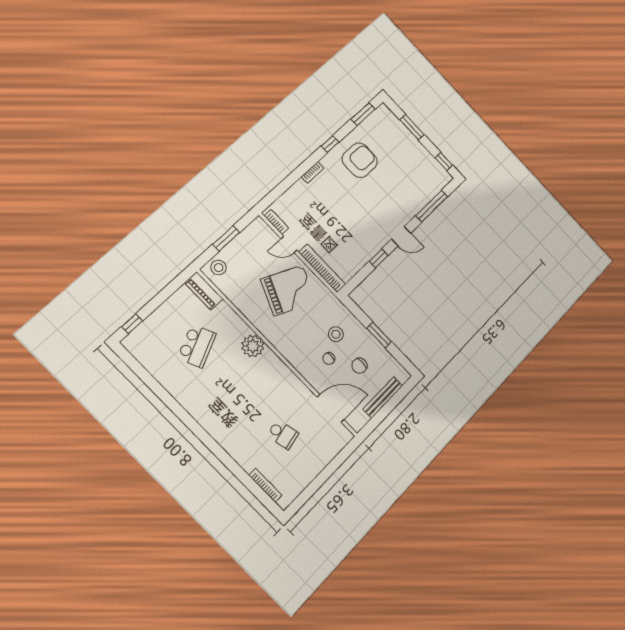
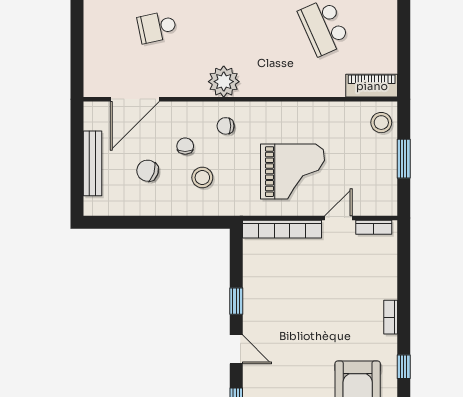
door: (401, 236) -> (236, 349), swing flipped
grand piano: (288, 290) -> (293, 172), turned -114
window: (379, 335) -> (158, 222), removed
plant: (253, 346) -> (224, 82), moved
chair: (299, 348) -> (226, 126), added
chair: (359, 366) -> (148, 171), turned -71

